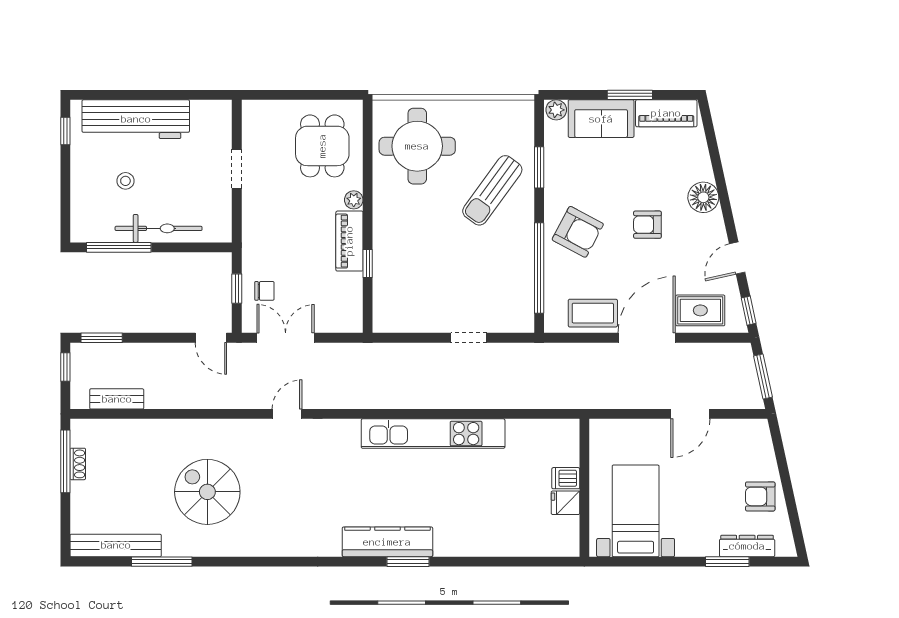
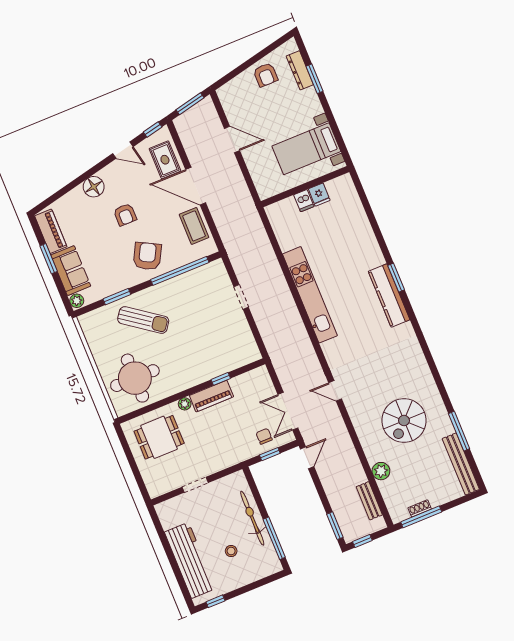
plant: (151, 432) -> (381, 471), added

